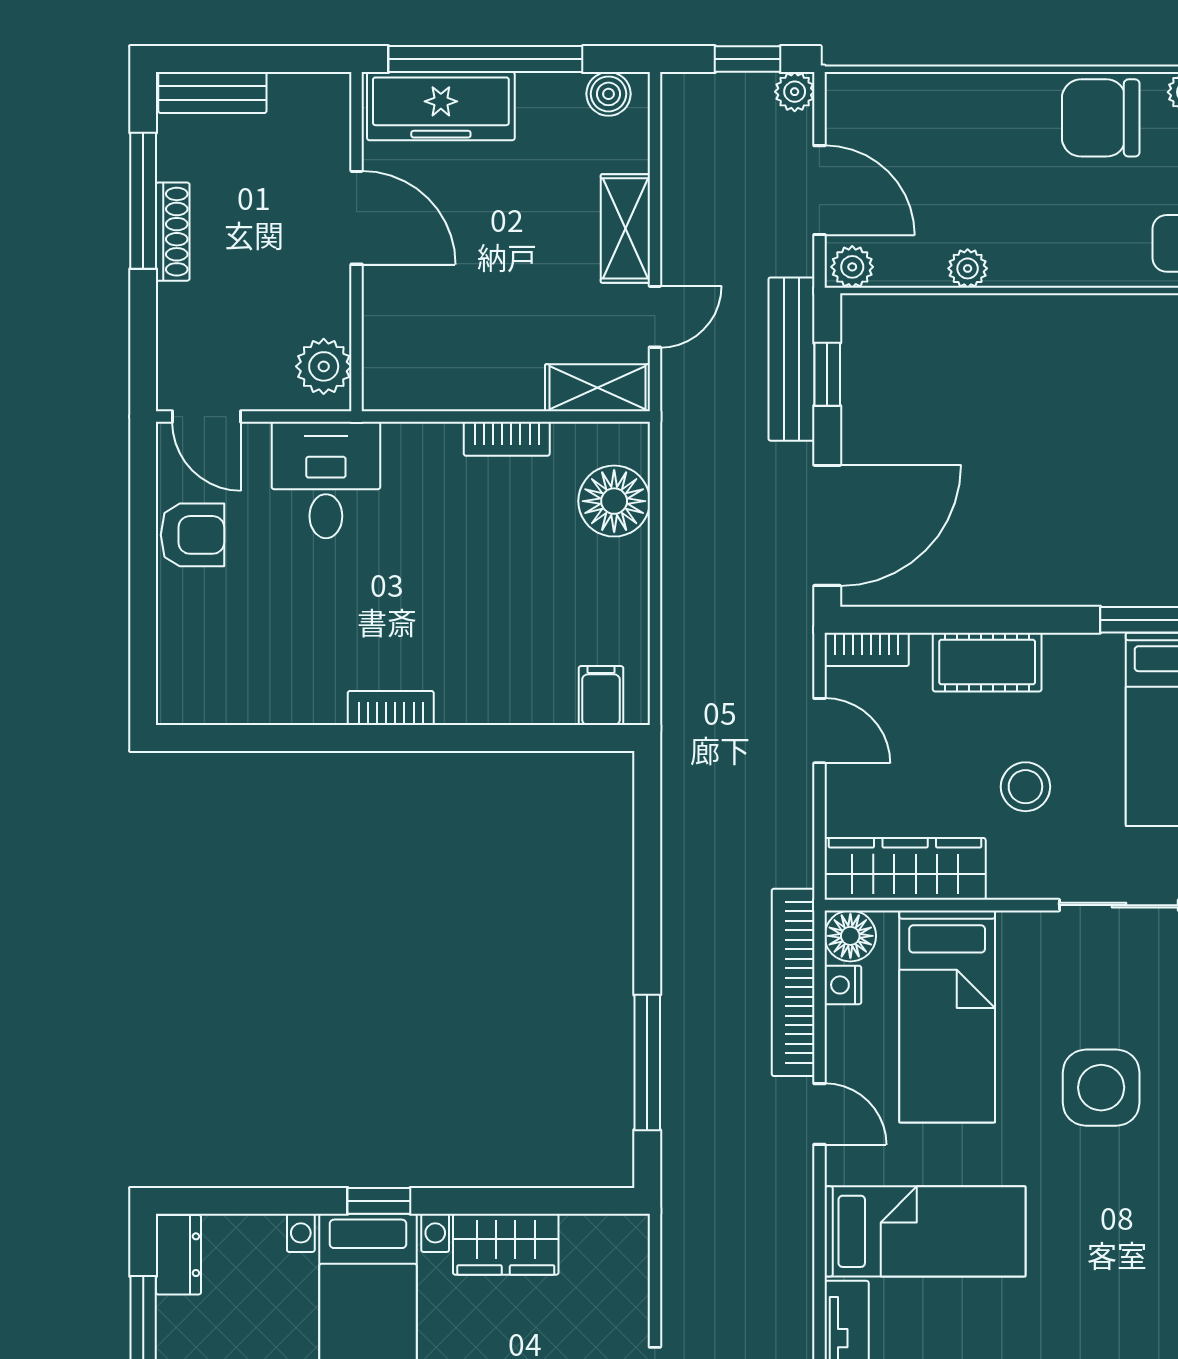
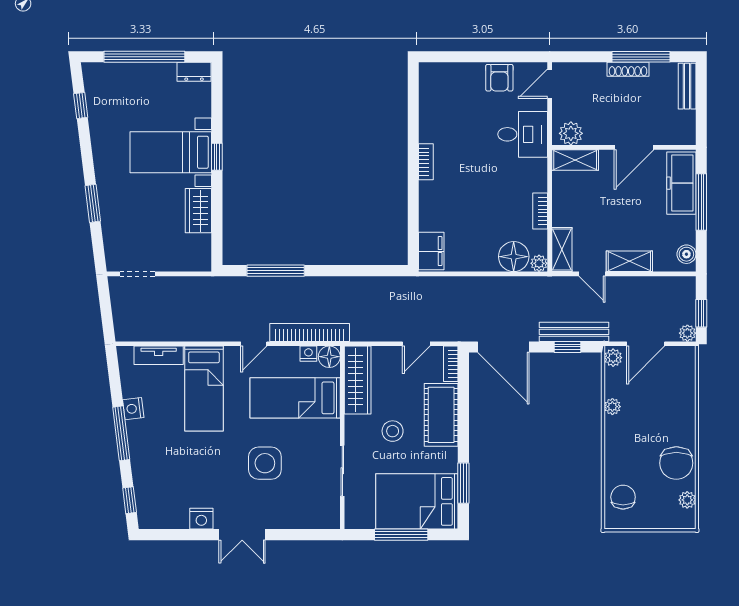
window: (485, 59) -> (701, 202), width x0.68
chair: (1101, 118) -> (676, 463), turned 180
shelving: (386, 356) -> (575, 160), added
plant: (630, 441) -> (539, 263), added
cot: (987, 662) -> (441, 415), width x1.37, depth x1.34
filing cabinet: (601, 696) -> (431, 251), width x2.00

